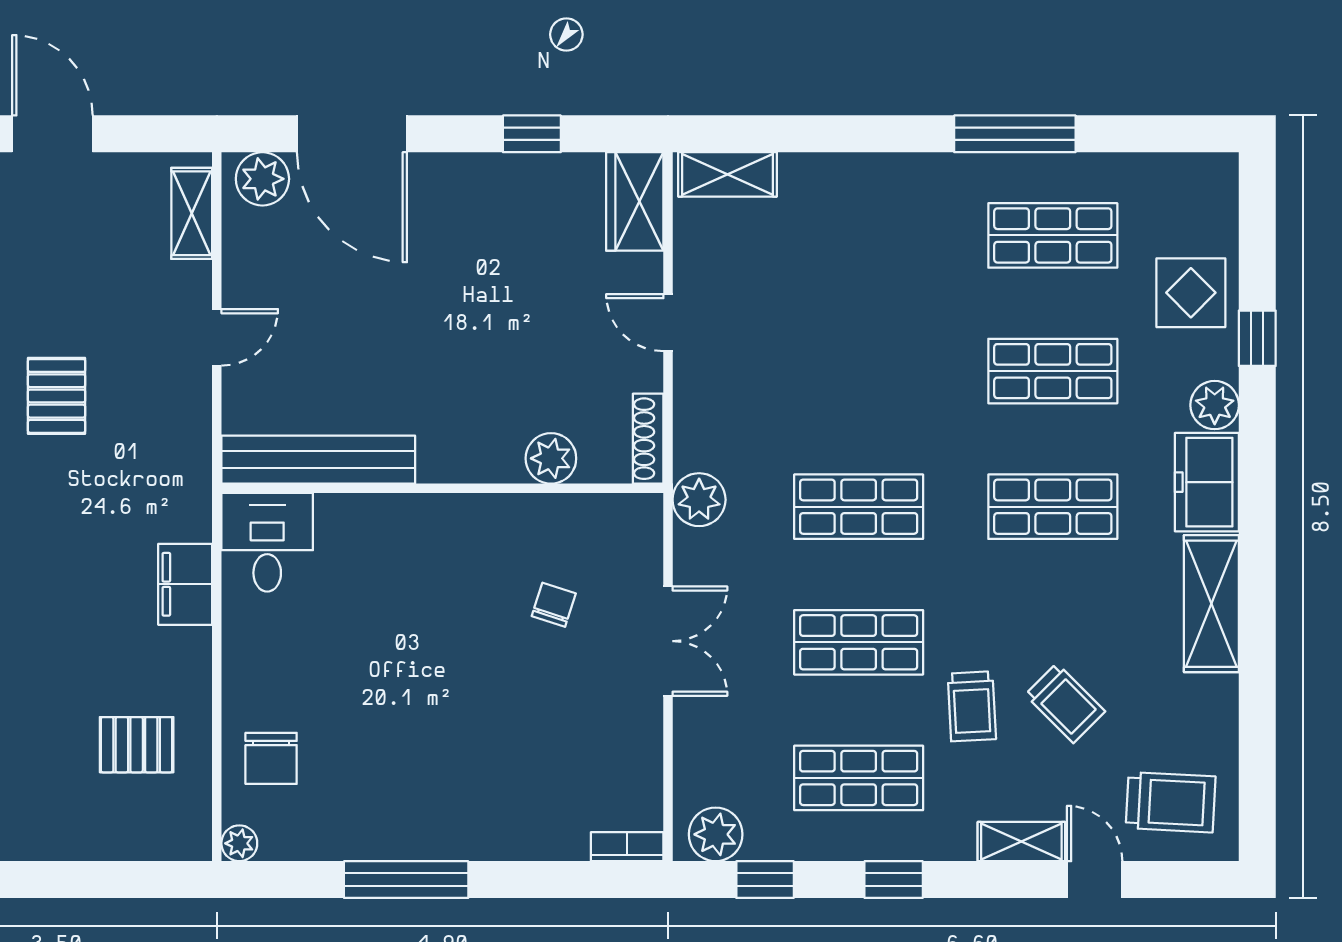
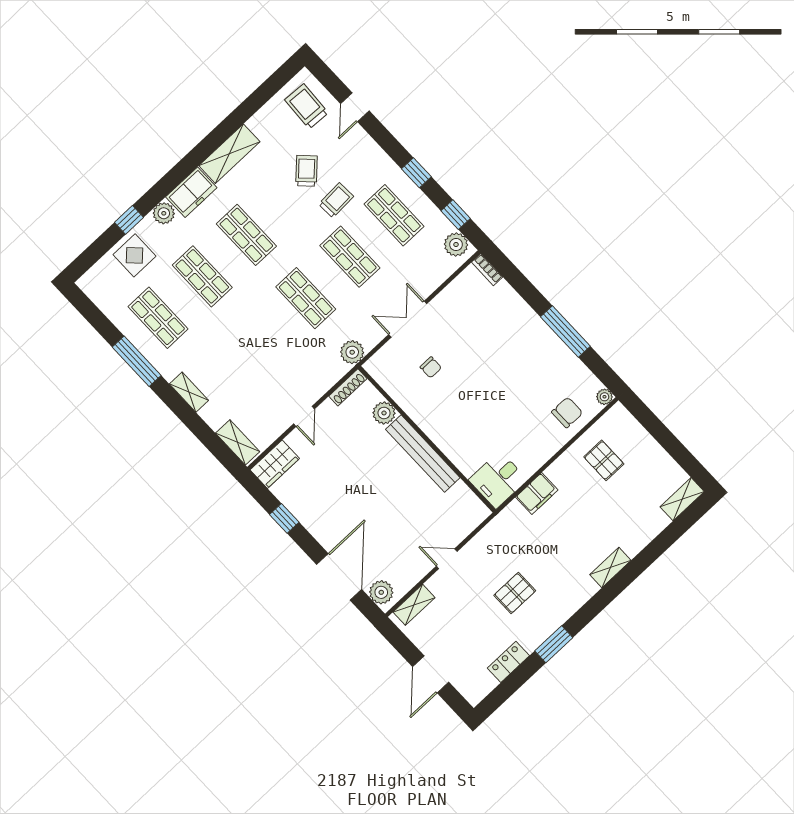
bench: (318, 460) -> (423, 454), moved
chair: (554, 605) -> (431, 367), turned -108
shelving: (1021, 842) -> (189, 392), moved

